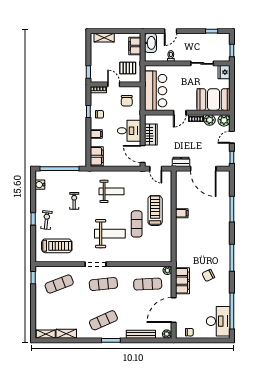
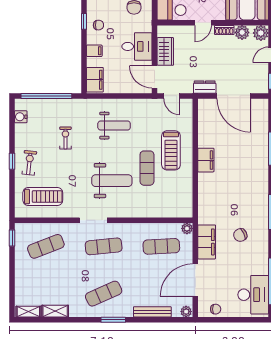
treadmill: (155, 210) -> (171, 150), turned 180
filing cabinet: (182, 213) -> (206, 160), width x2.00

